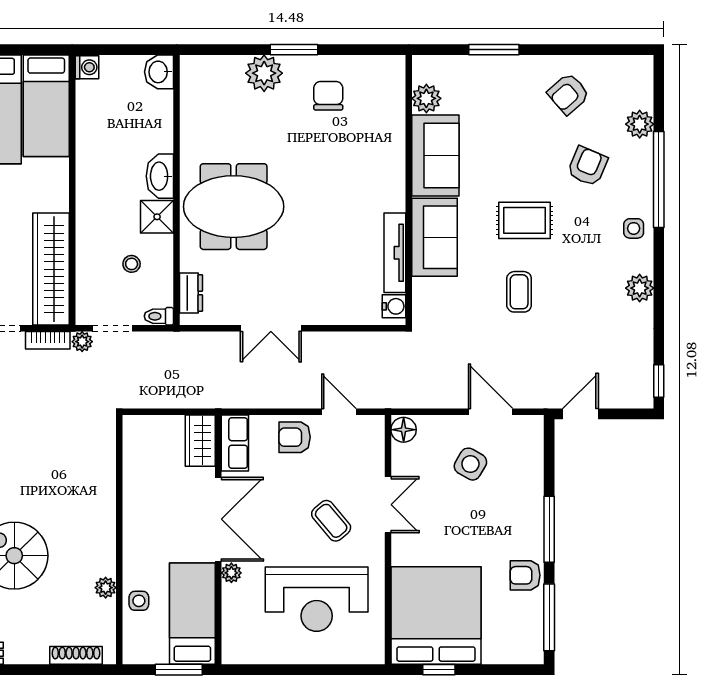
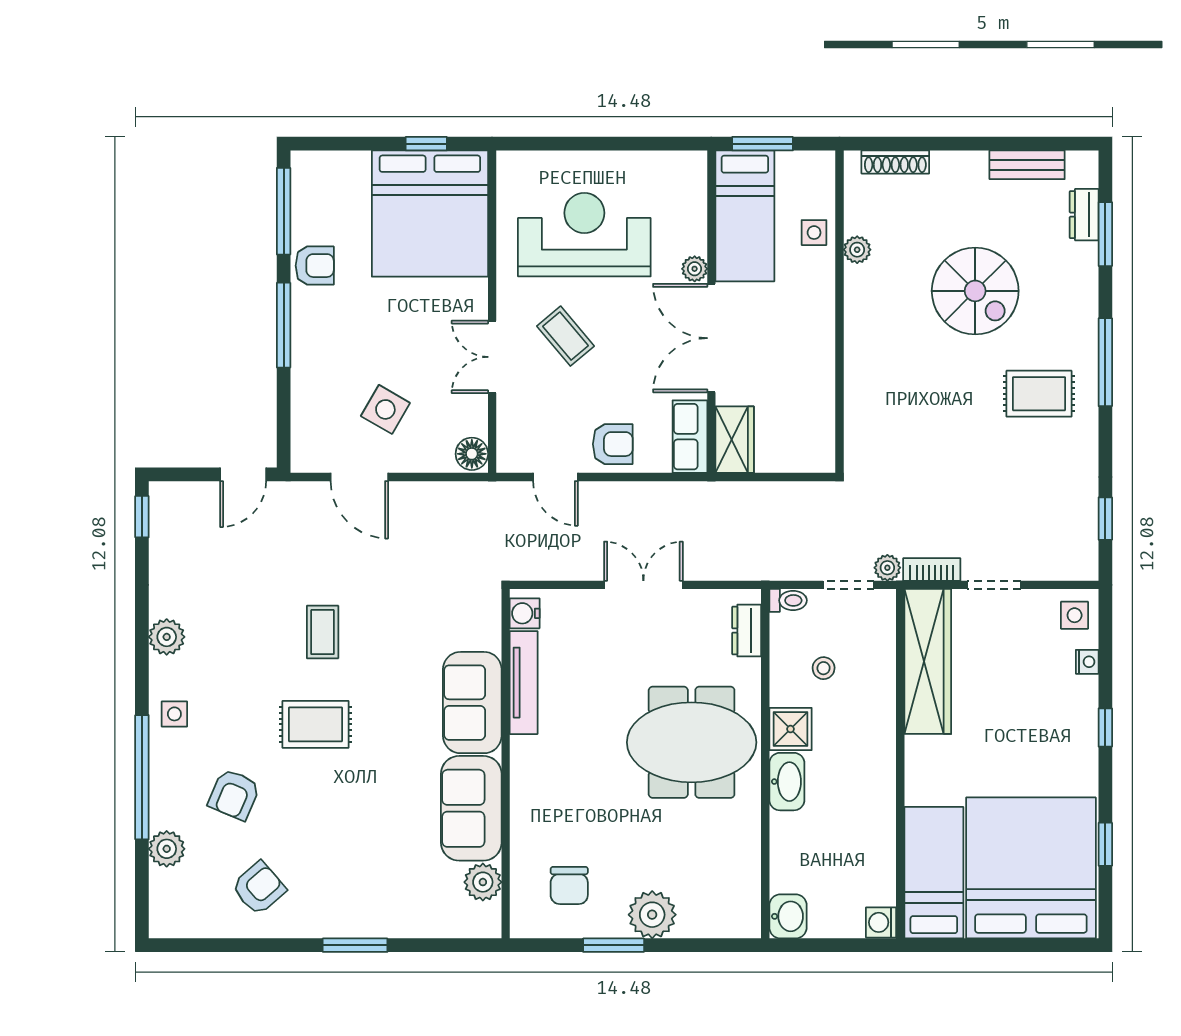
plant: (426, 98) -> (483, 882), moved
sofa: (435, 156) -> (471, 808), moved
wall: (409, 190) -> (506, 764), moved
sofa: (435, 237) -> (472, 703), moved
tv unit: (395, 253) -> (524, 683), moved
water cooler: (394, 306) -> (525, 613), moved

